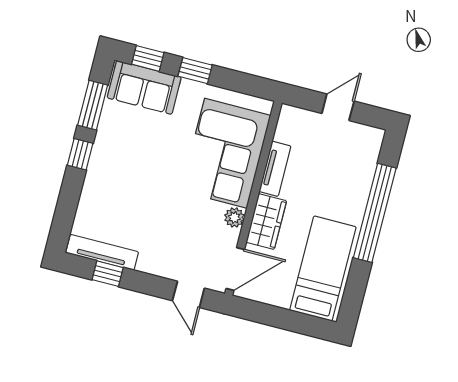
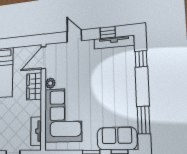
window: (80, 154) -> (141, 59), moved
tv unit: (275, 169) -> (36, 131), moved
door: (188, 294) -> (74, 36), moved

